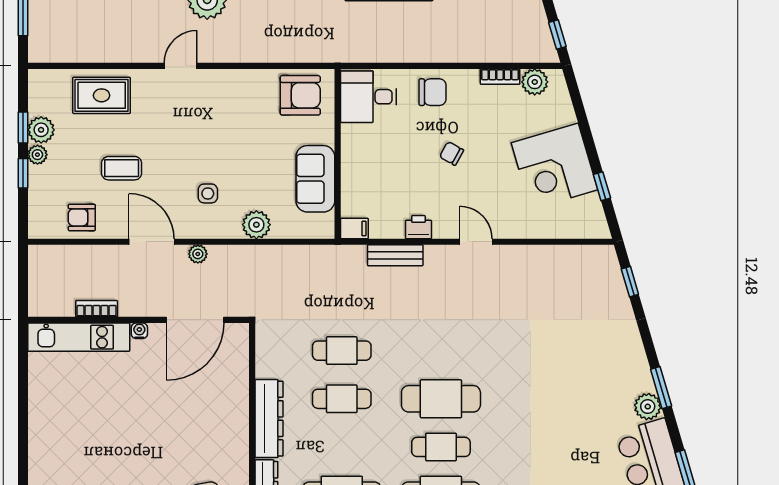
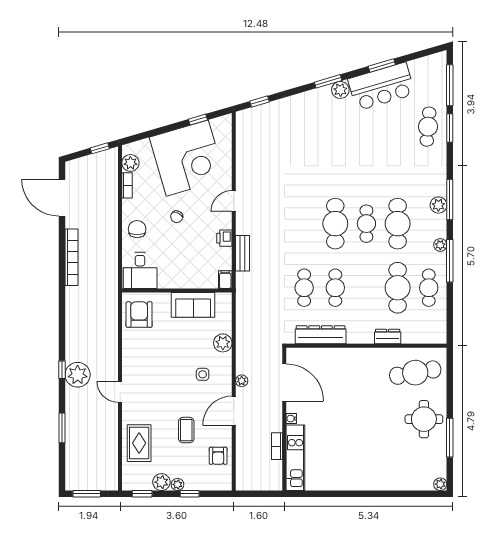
window: (23, 128) -> (142, 494), moved
corner desk: (554, 166) -> (187, 158), width x1.36, depth x1.36
dresser: (269, 419) -> (321, 335), moved

